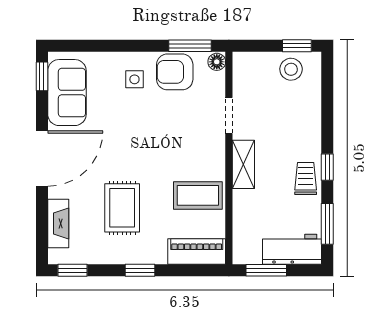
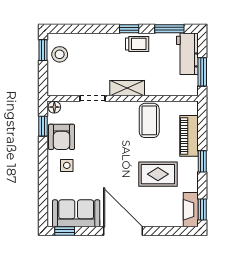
window: (190, 46) -> (43, 126), width x0.67
trolley: (306, 178) -> (137, 44), turned 180
fireplace: (58, 224) -> (191, 210), moved, turned -90
piano: (197, 252) -> (189, 136), moved

